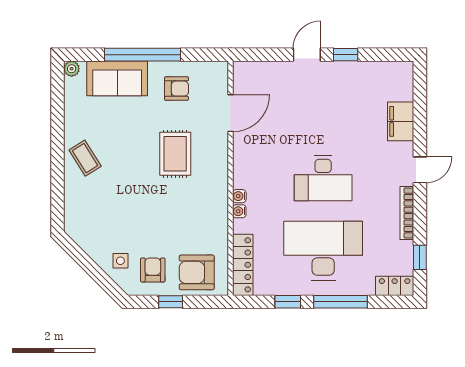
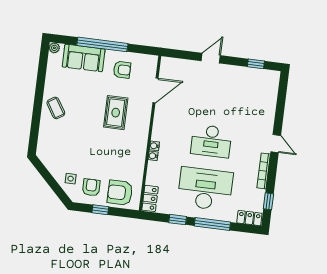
window: (346, 55) -> (256, 64), moved
filing cabinet: (401, 121) -> (267, 110), removed
door: (420, 170) -> (276, 144), hinge flipped
locker: (243, 265) -> (150, 198), width x0.66

